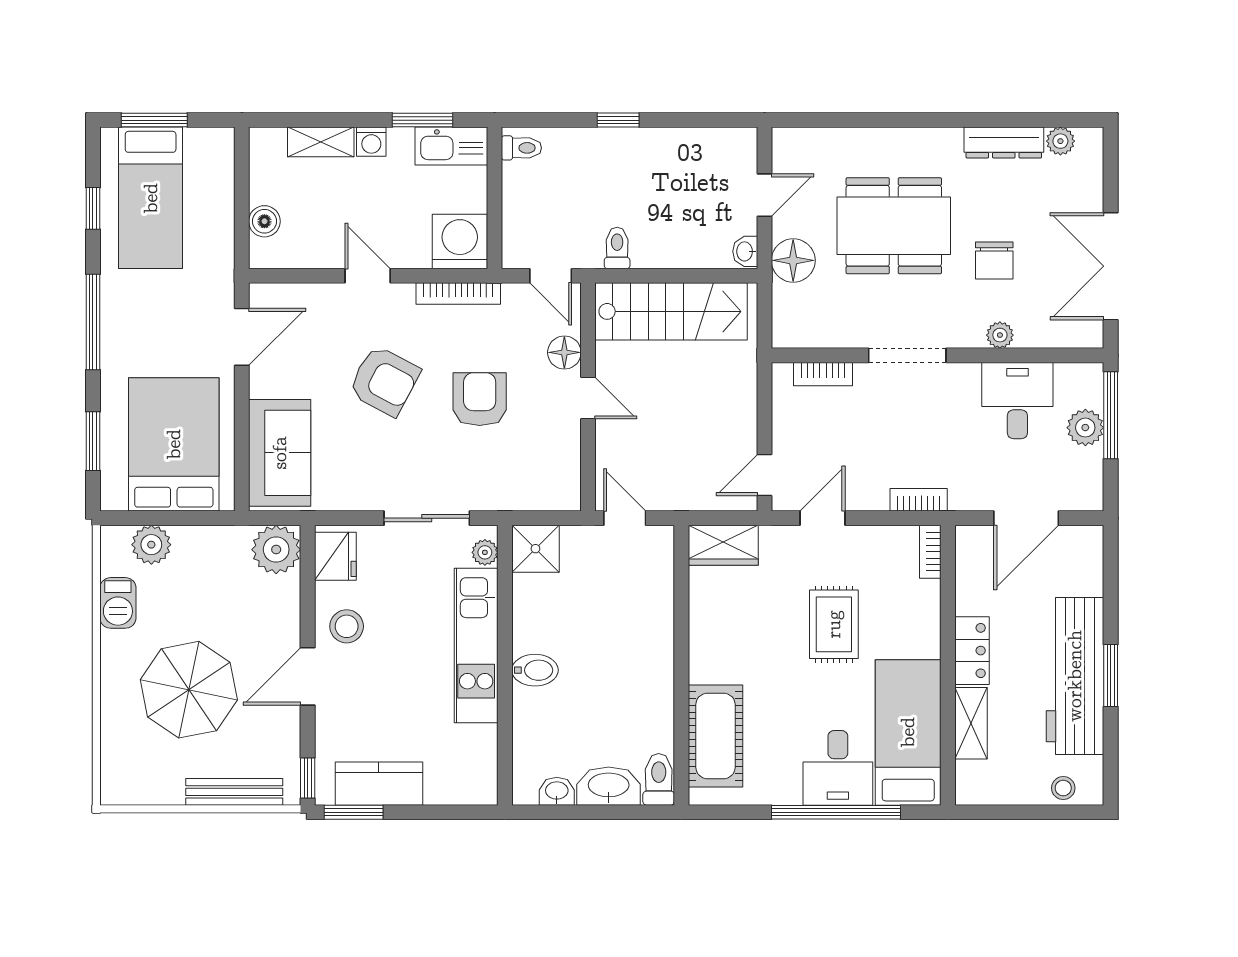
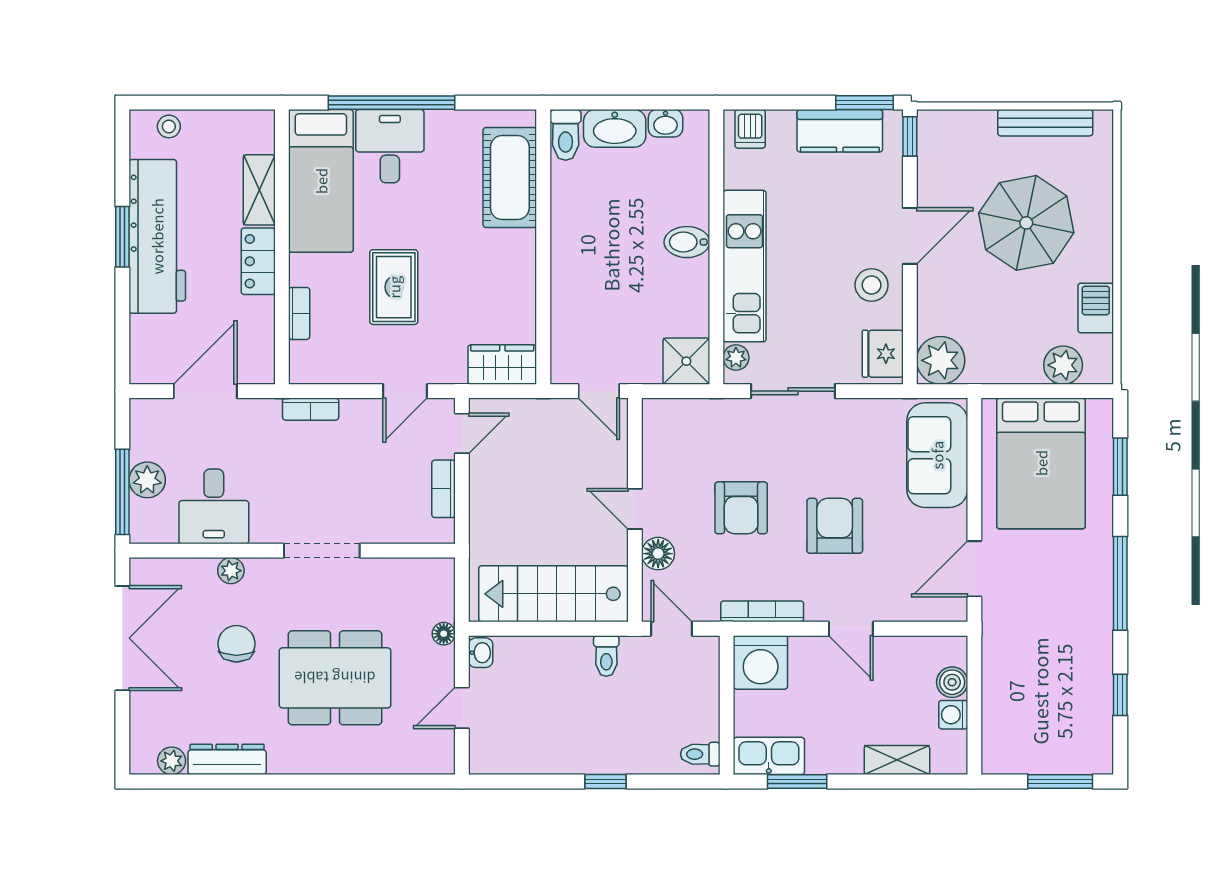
washing machine: (371, 142) -> (953, 715), moved, turned -90
bed: (151, 198) -> (1064, 705), removed
floor lamp: (793, 260) -> (444, 634), width x0.53, depth x0.53
bookcase: (823, 374) -> (443, 489), moved, turned -90
armchair: (384, 381) -> (835, 526), turned 62
bookcase: (930, 552) -> (299, 313), moved
dishwasher: (470, 786) -> (750, 129), added
bench: (234, 792) -> (1045, 123), moved

